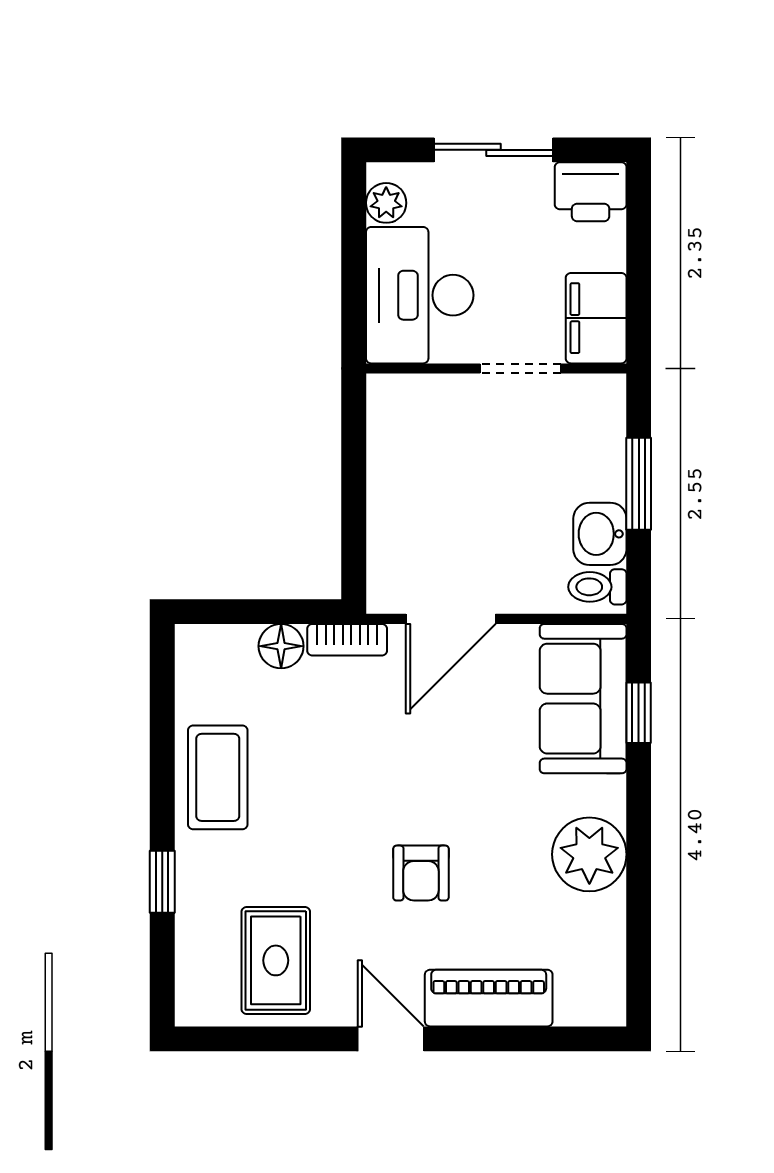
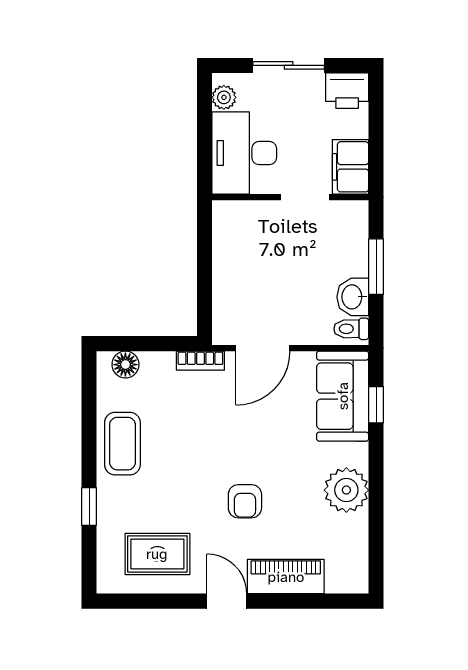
floor lamp: (281, 646) -> (125, 365), moved
rug: (276, 960) -> (157, 554), turned 90

